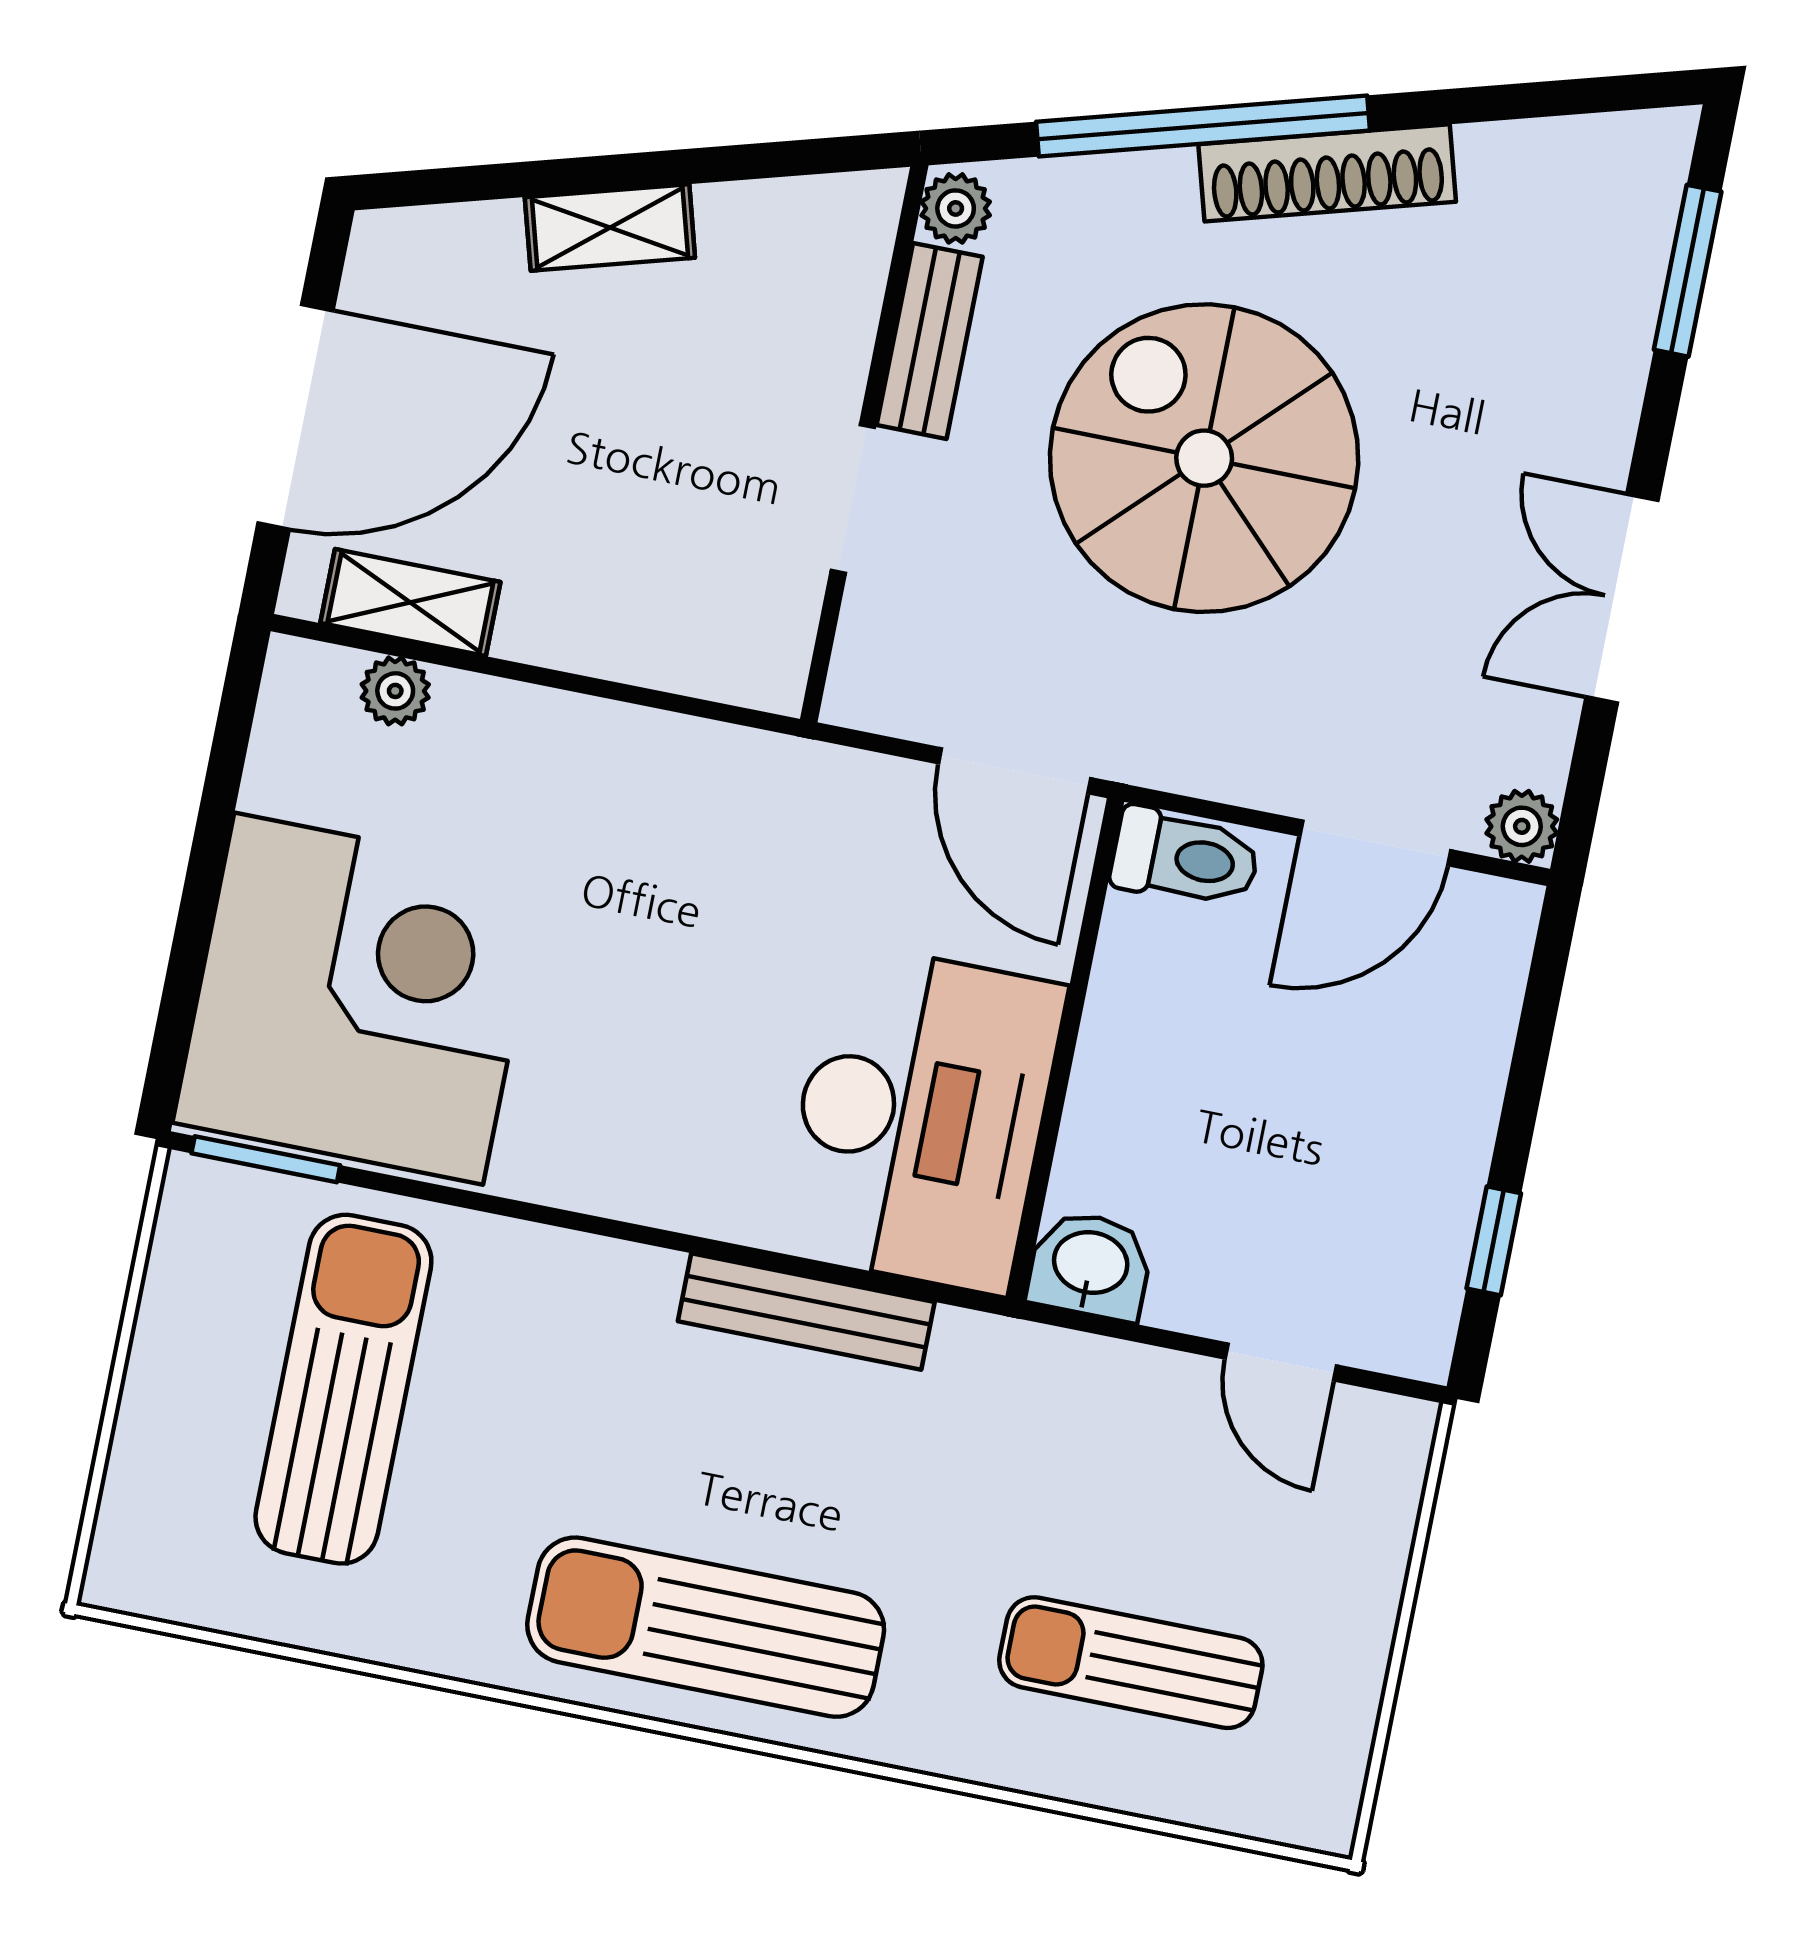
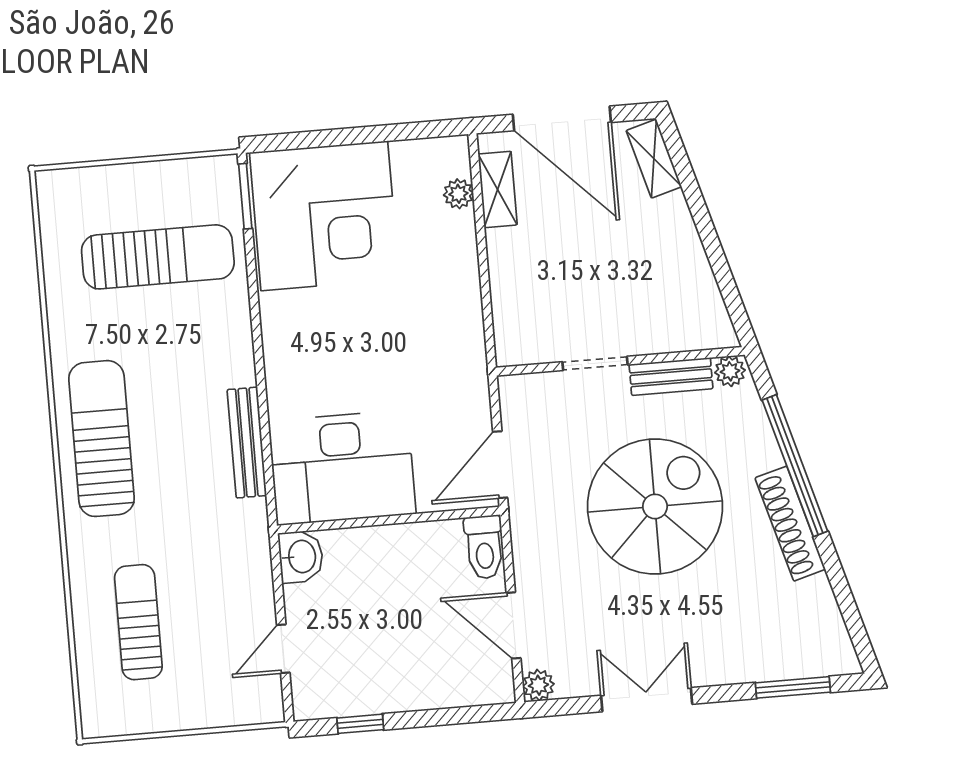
shelving: (610, 228) -> (654, 159), moved

